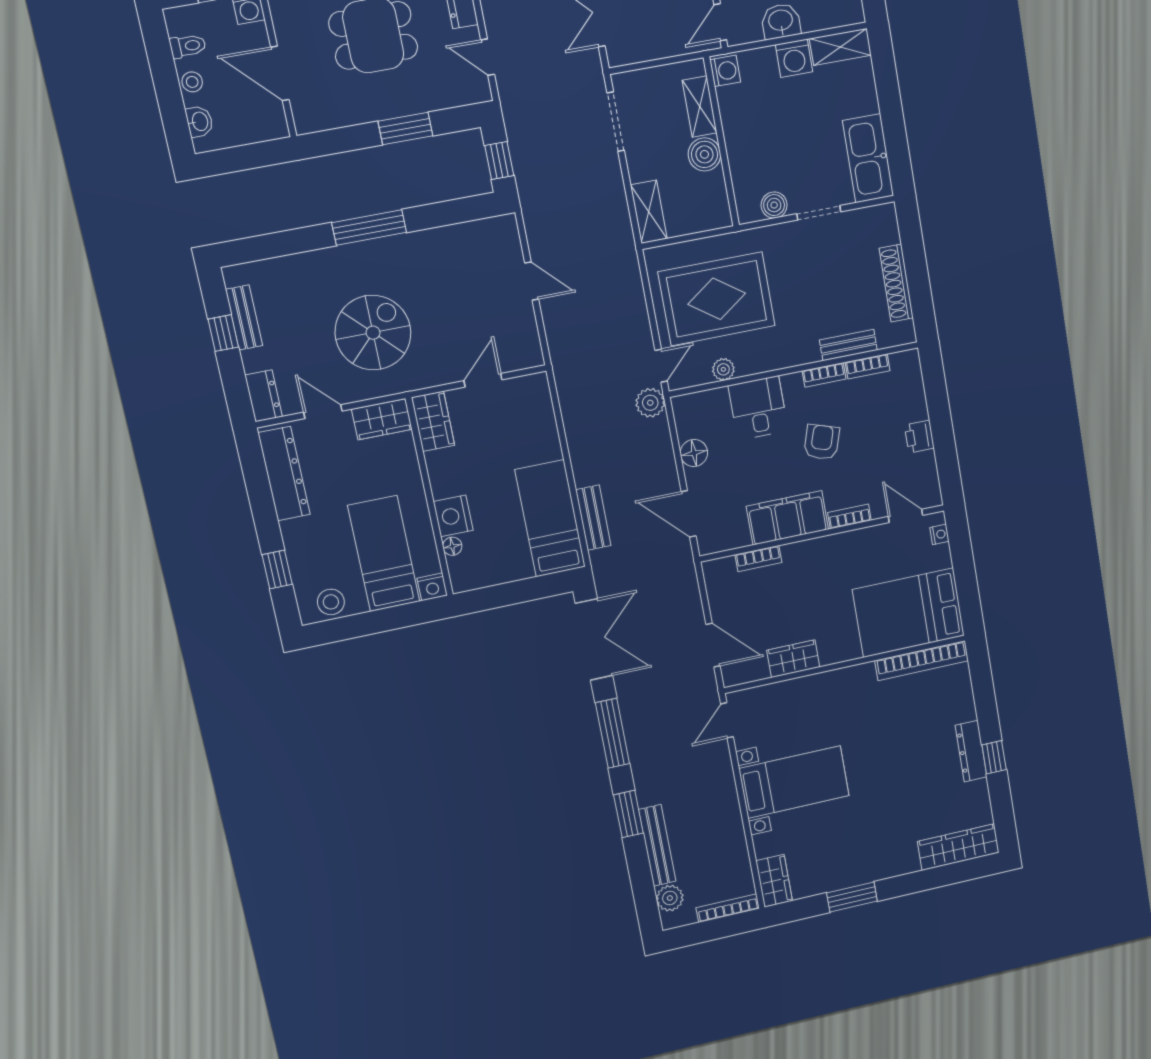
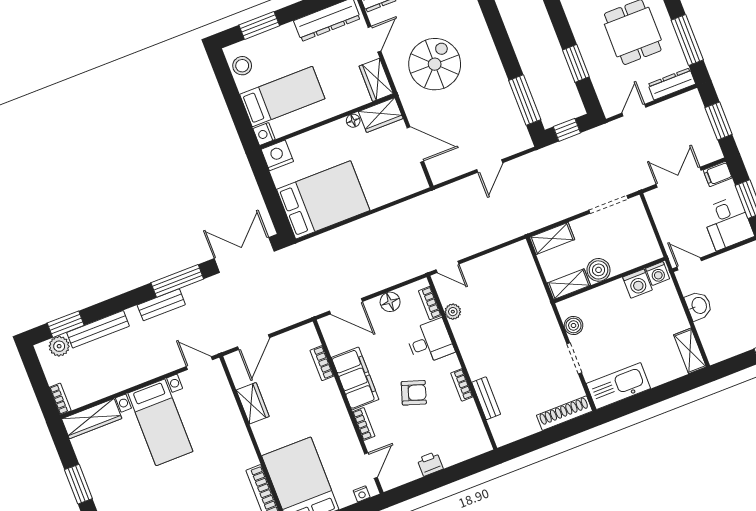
washing machine: (794, 58) -> (637, 284), moved, turned -90
shelving: (700, 107) -> (569, 284), moved
window: (369, 228) -> (525, 100), moved
shoe rack: (896, 283) -> (564, 413), moved
rug: (717, 299) -> (501, 297), removed
spiral stairs: (373, 333) -> (435, 64), turned -90
bookcase: (868, 366) -> (430, 303), moved
door: (483, 380) -> (415, 144), width x1.37
plant: (650, 403) -> (420, 264), removed
door: (689, 514) -> (346, 306), swing flipped
nightstand: (453, 516) -> (277, 155), moved
bed: (550, 518) -> (323, 200), width x1.50
bench: (593, 518) -> (161, 305), moved
floor lamp: (452, 546) -> (353, 121), moved
window: (277, 570) -> (259, 25), width x1.50
double door: (594, 639) -> (244, 255), swing flipped
window: (628, 814) -> (66, 324), moved
wardrobe: (774, 881) -> (92, 419), width x1.50
bookcase: (728, 908) -> (60, 399), width x0.64

